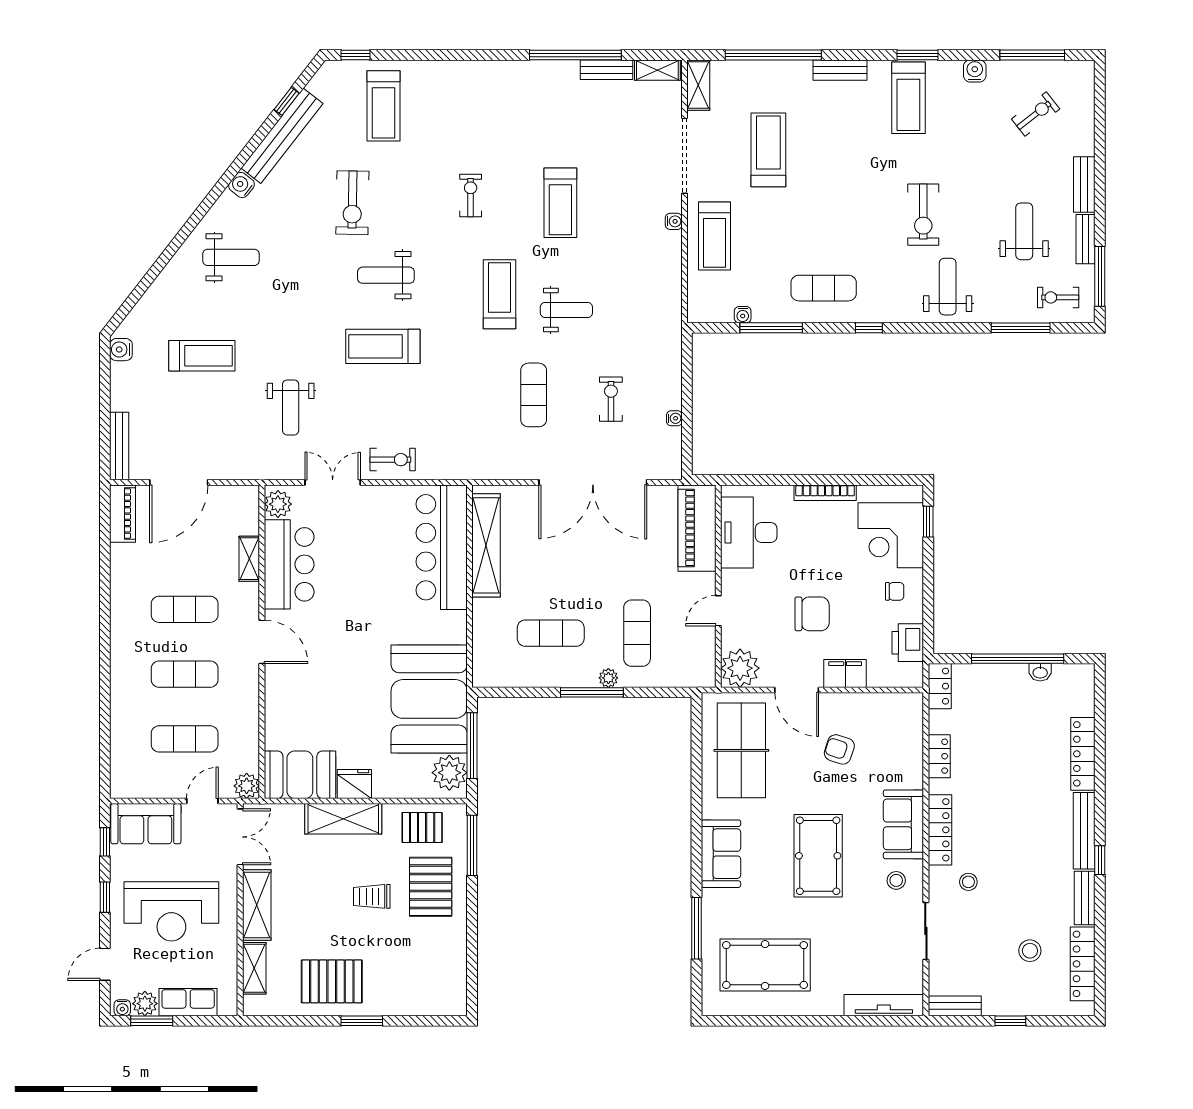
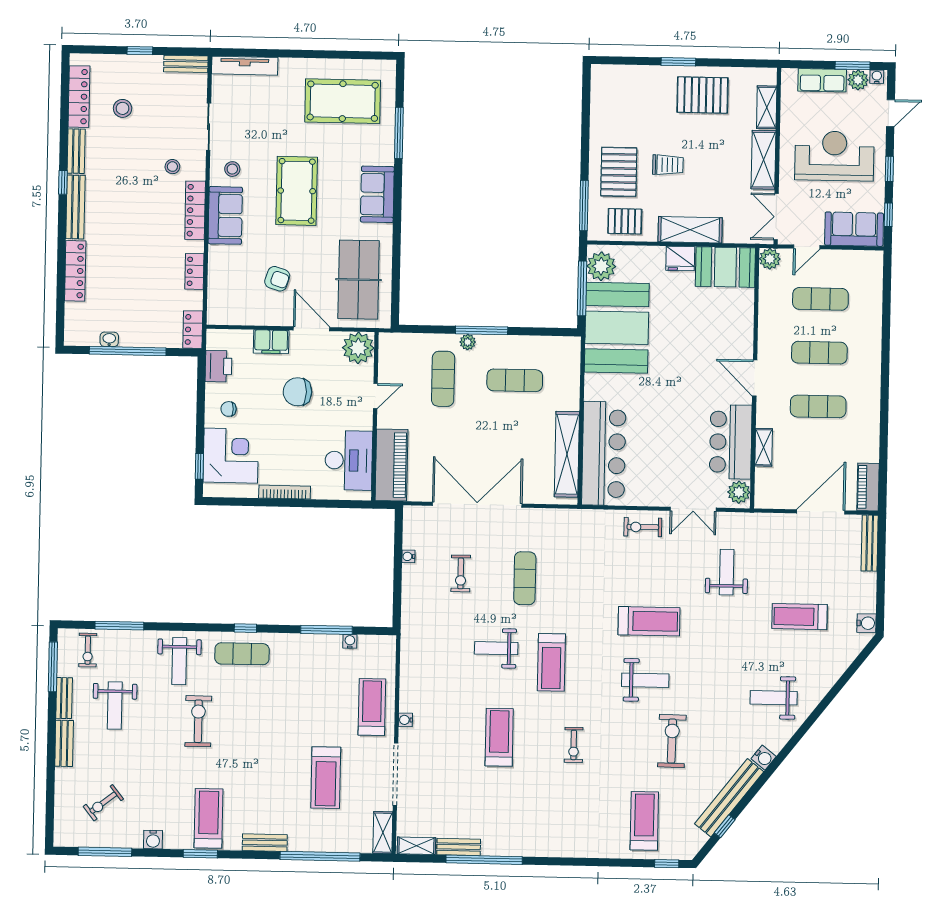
exercise mat: (824, 288) -> (242, 654), moved
exercise bike: (1058, 297) -> (88, 650), turned 90

